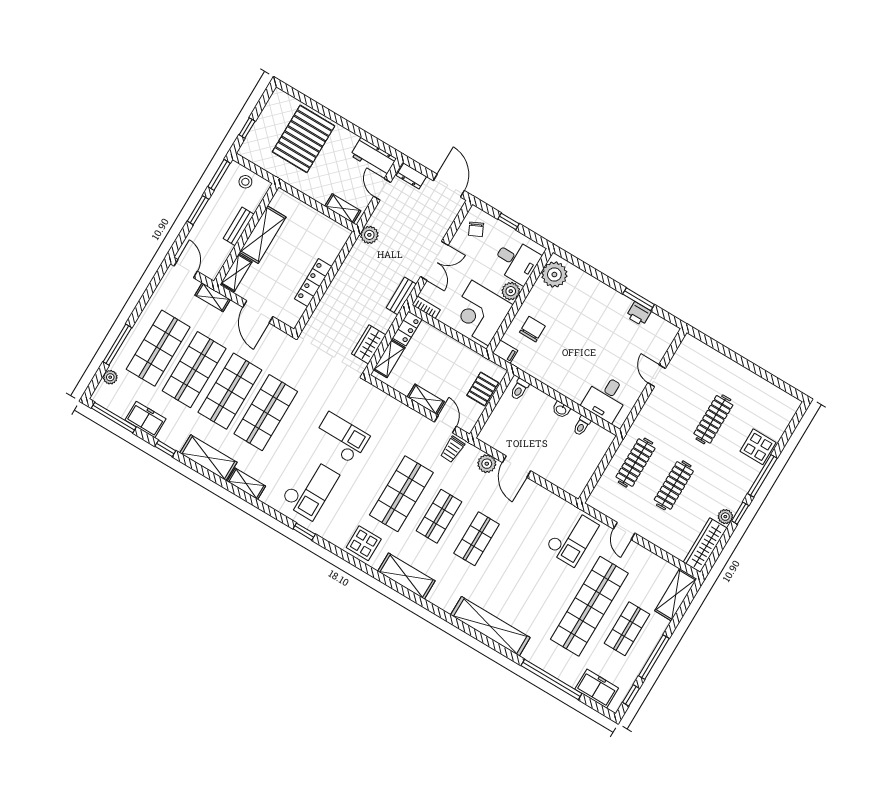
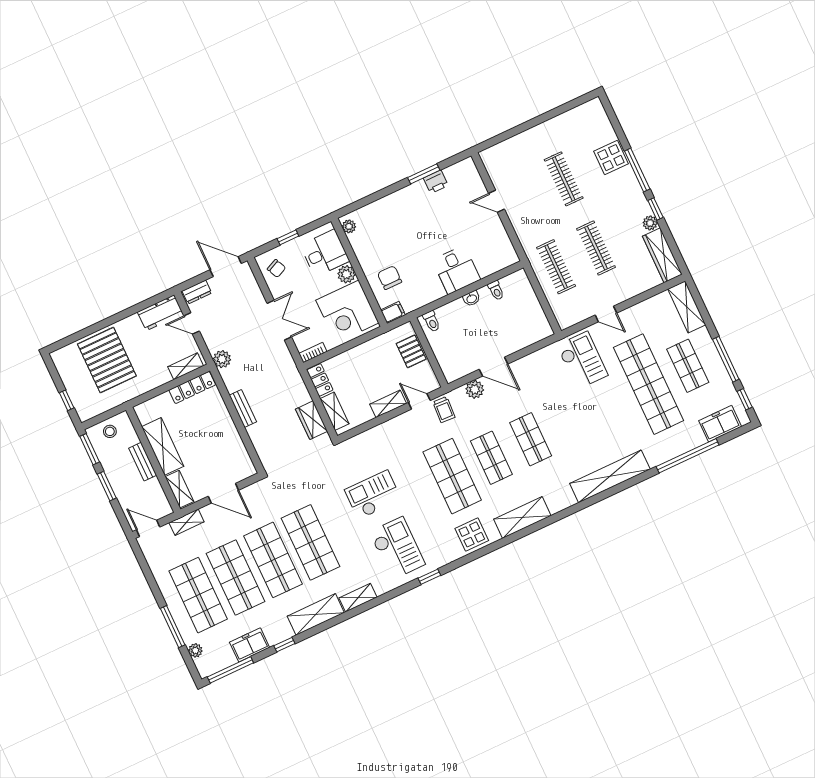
plant: (554, 275) -> (349, 226), width x0.53, depth x0.53
locker: (313, 283) -> (192, 387), moved, turned -90
bench: (401, 296) -> (243, 408), moved
desk: (606, 398) -> (456, 270), moved

